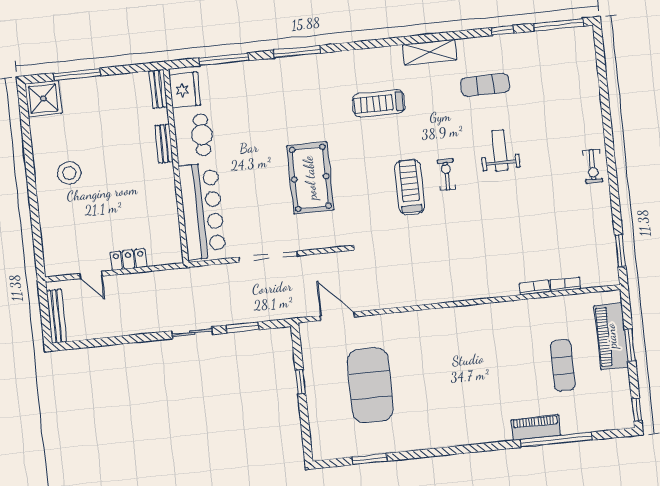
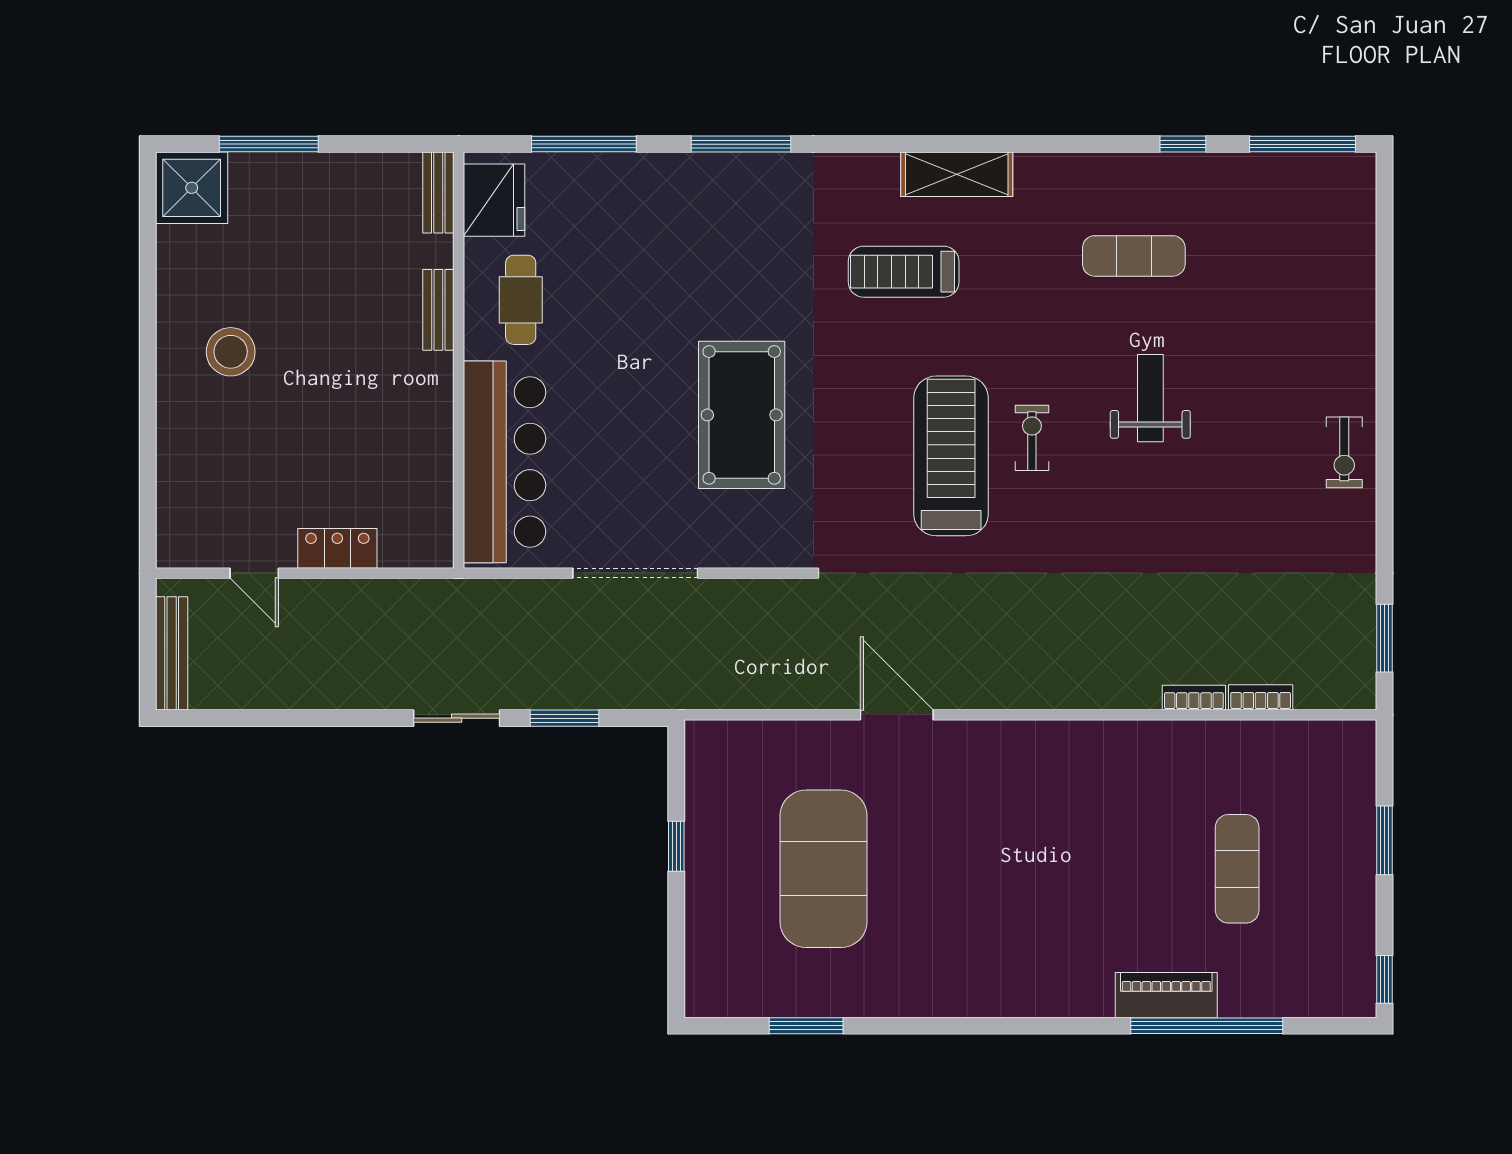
shelving: (430, 52) -> (957, 174), moved
treadmill: (410, 187) -> (951, 456), width x1.37, depth x1.38
door: (337, 316) -> (897, 715), moved
piano: (611, 336) -> (1347, 818), removed

